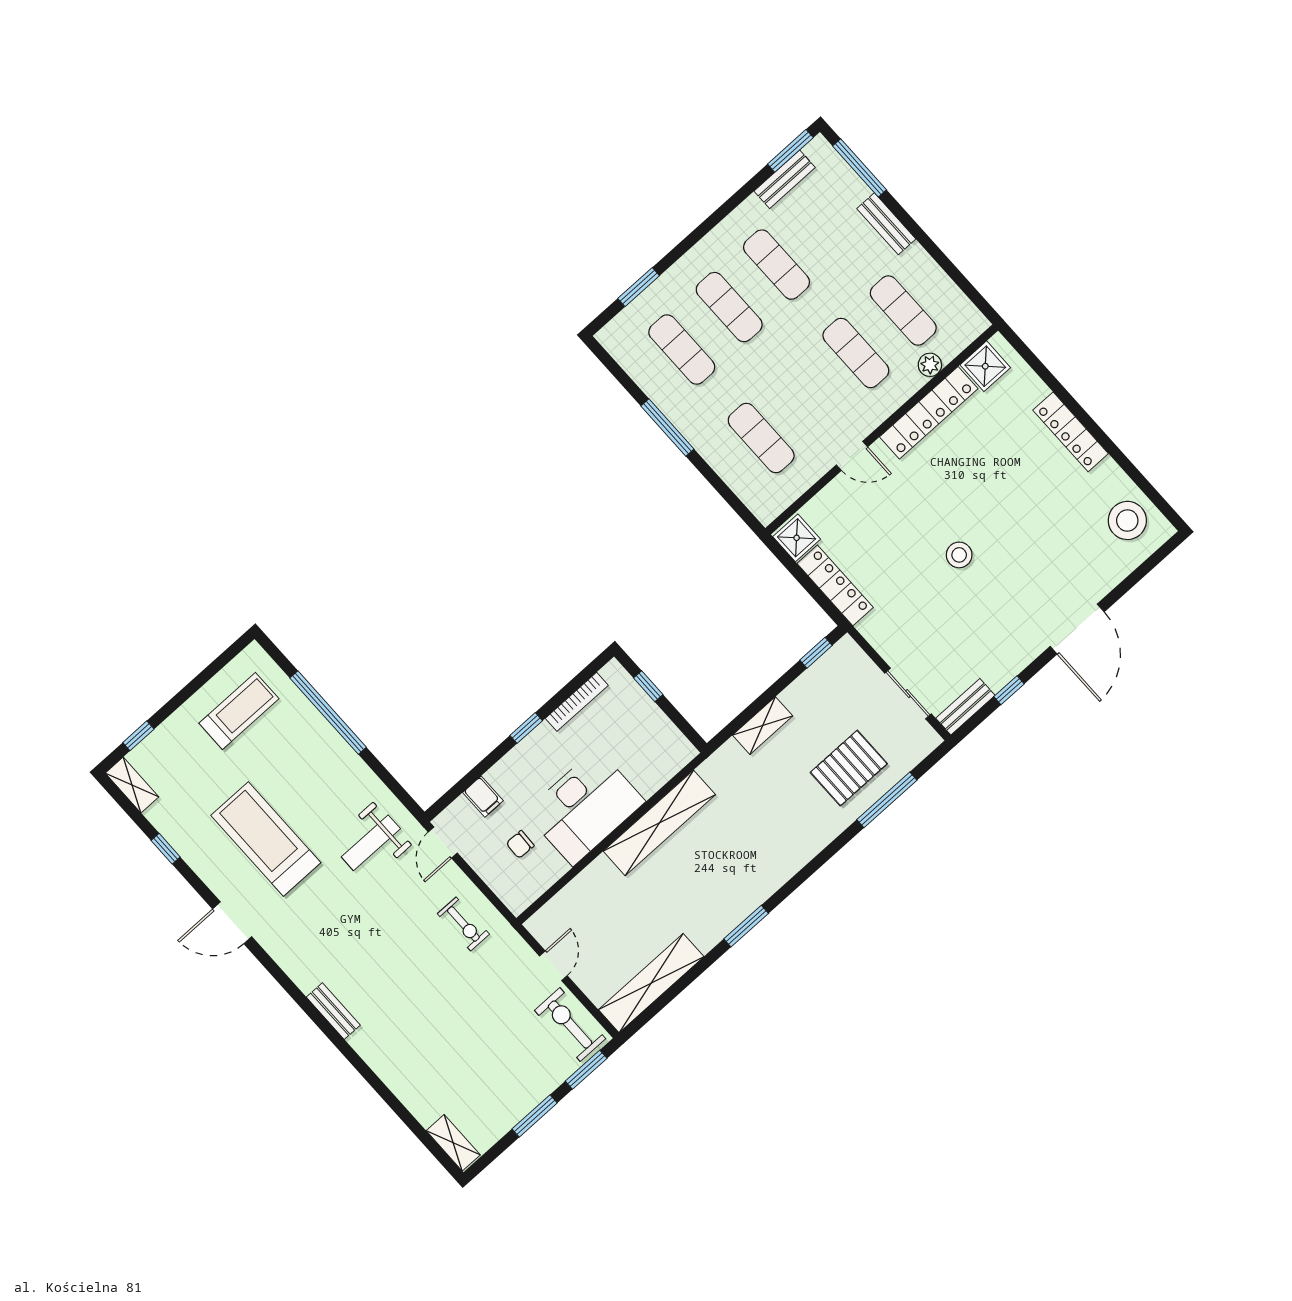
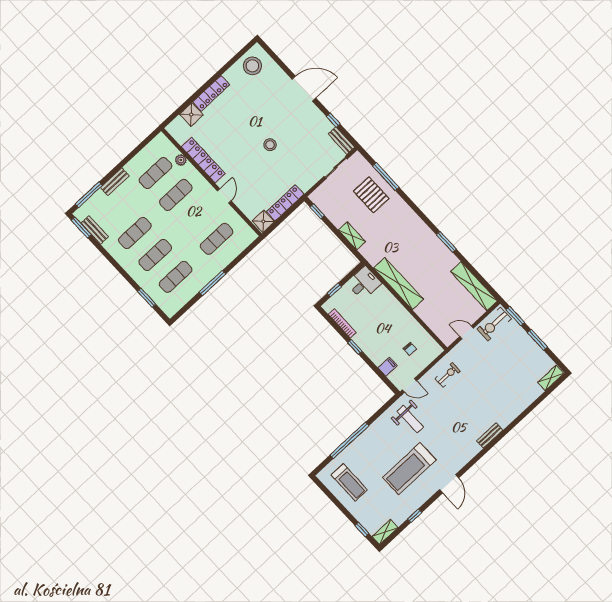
shower: (985, 366) -> (191, 115), moved
treadmill: (239, 711) -> (349, 482), turned 180
desk: (585, 807) -> (364, 283), moved, width x0.53, depth x0.77

